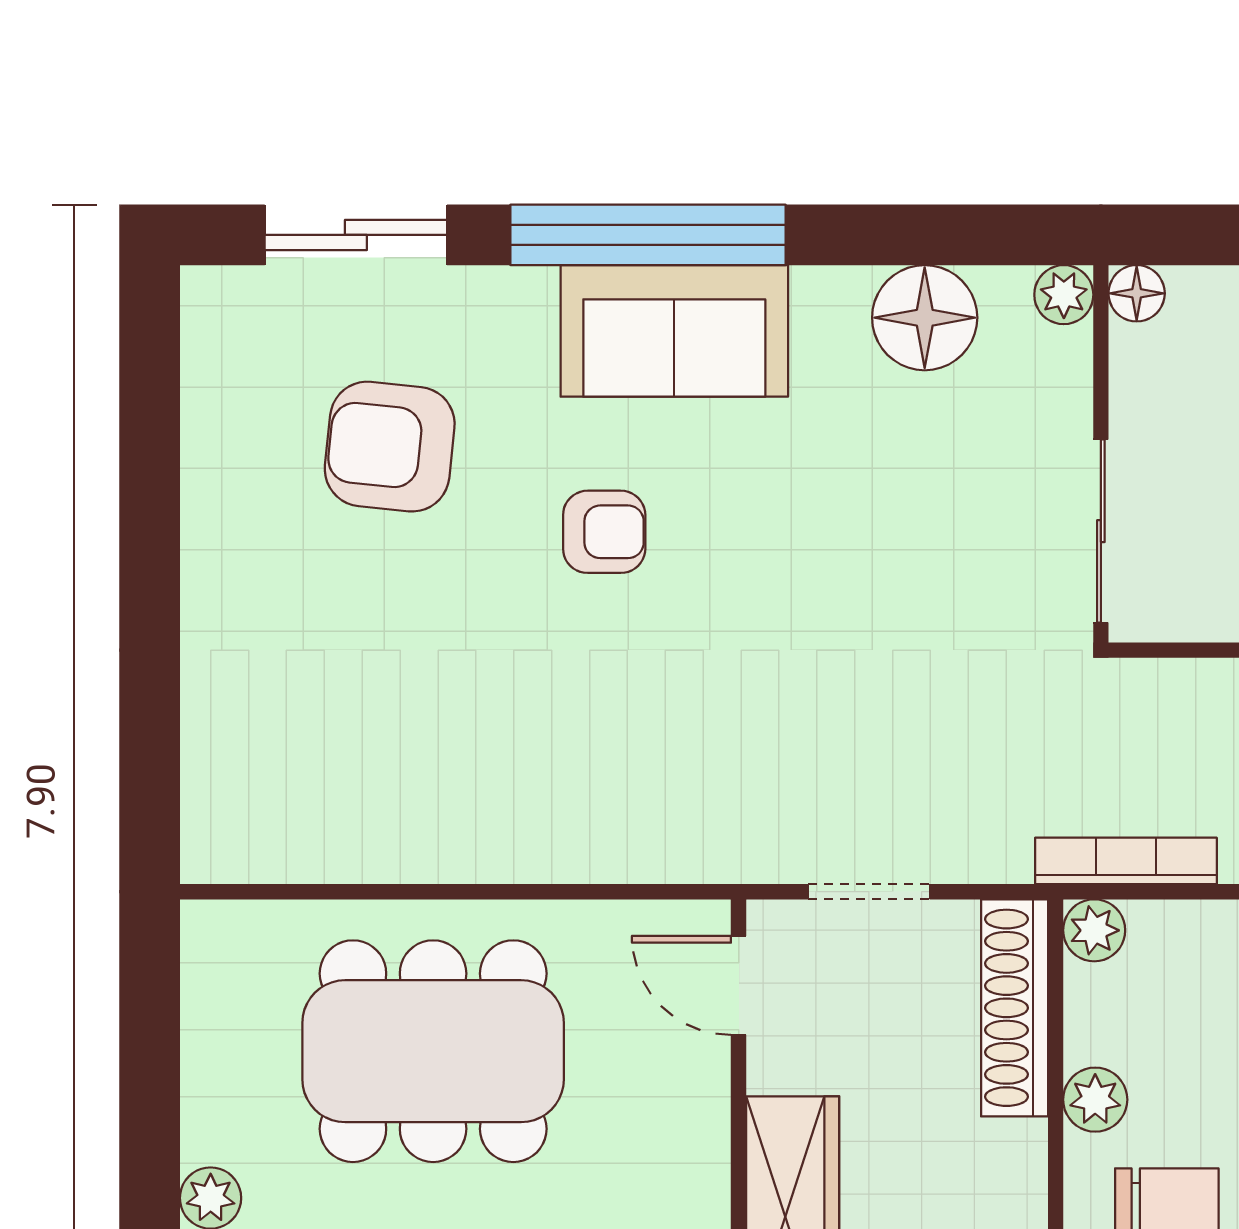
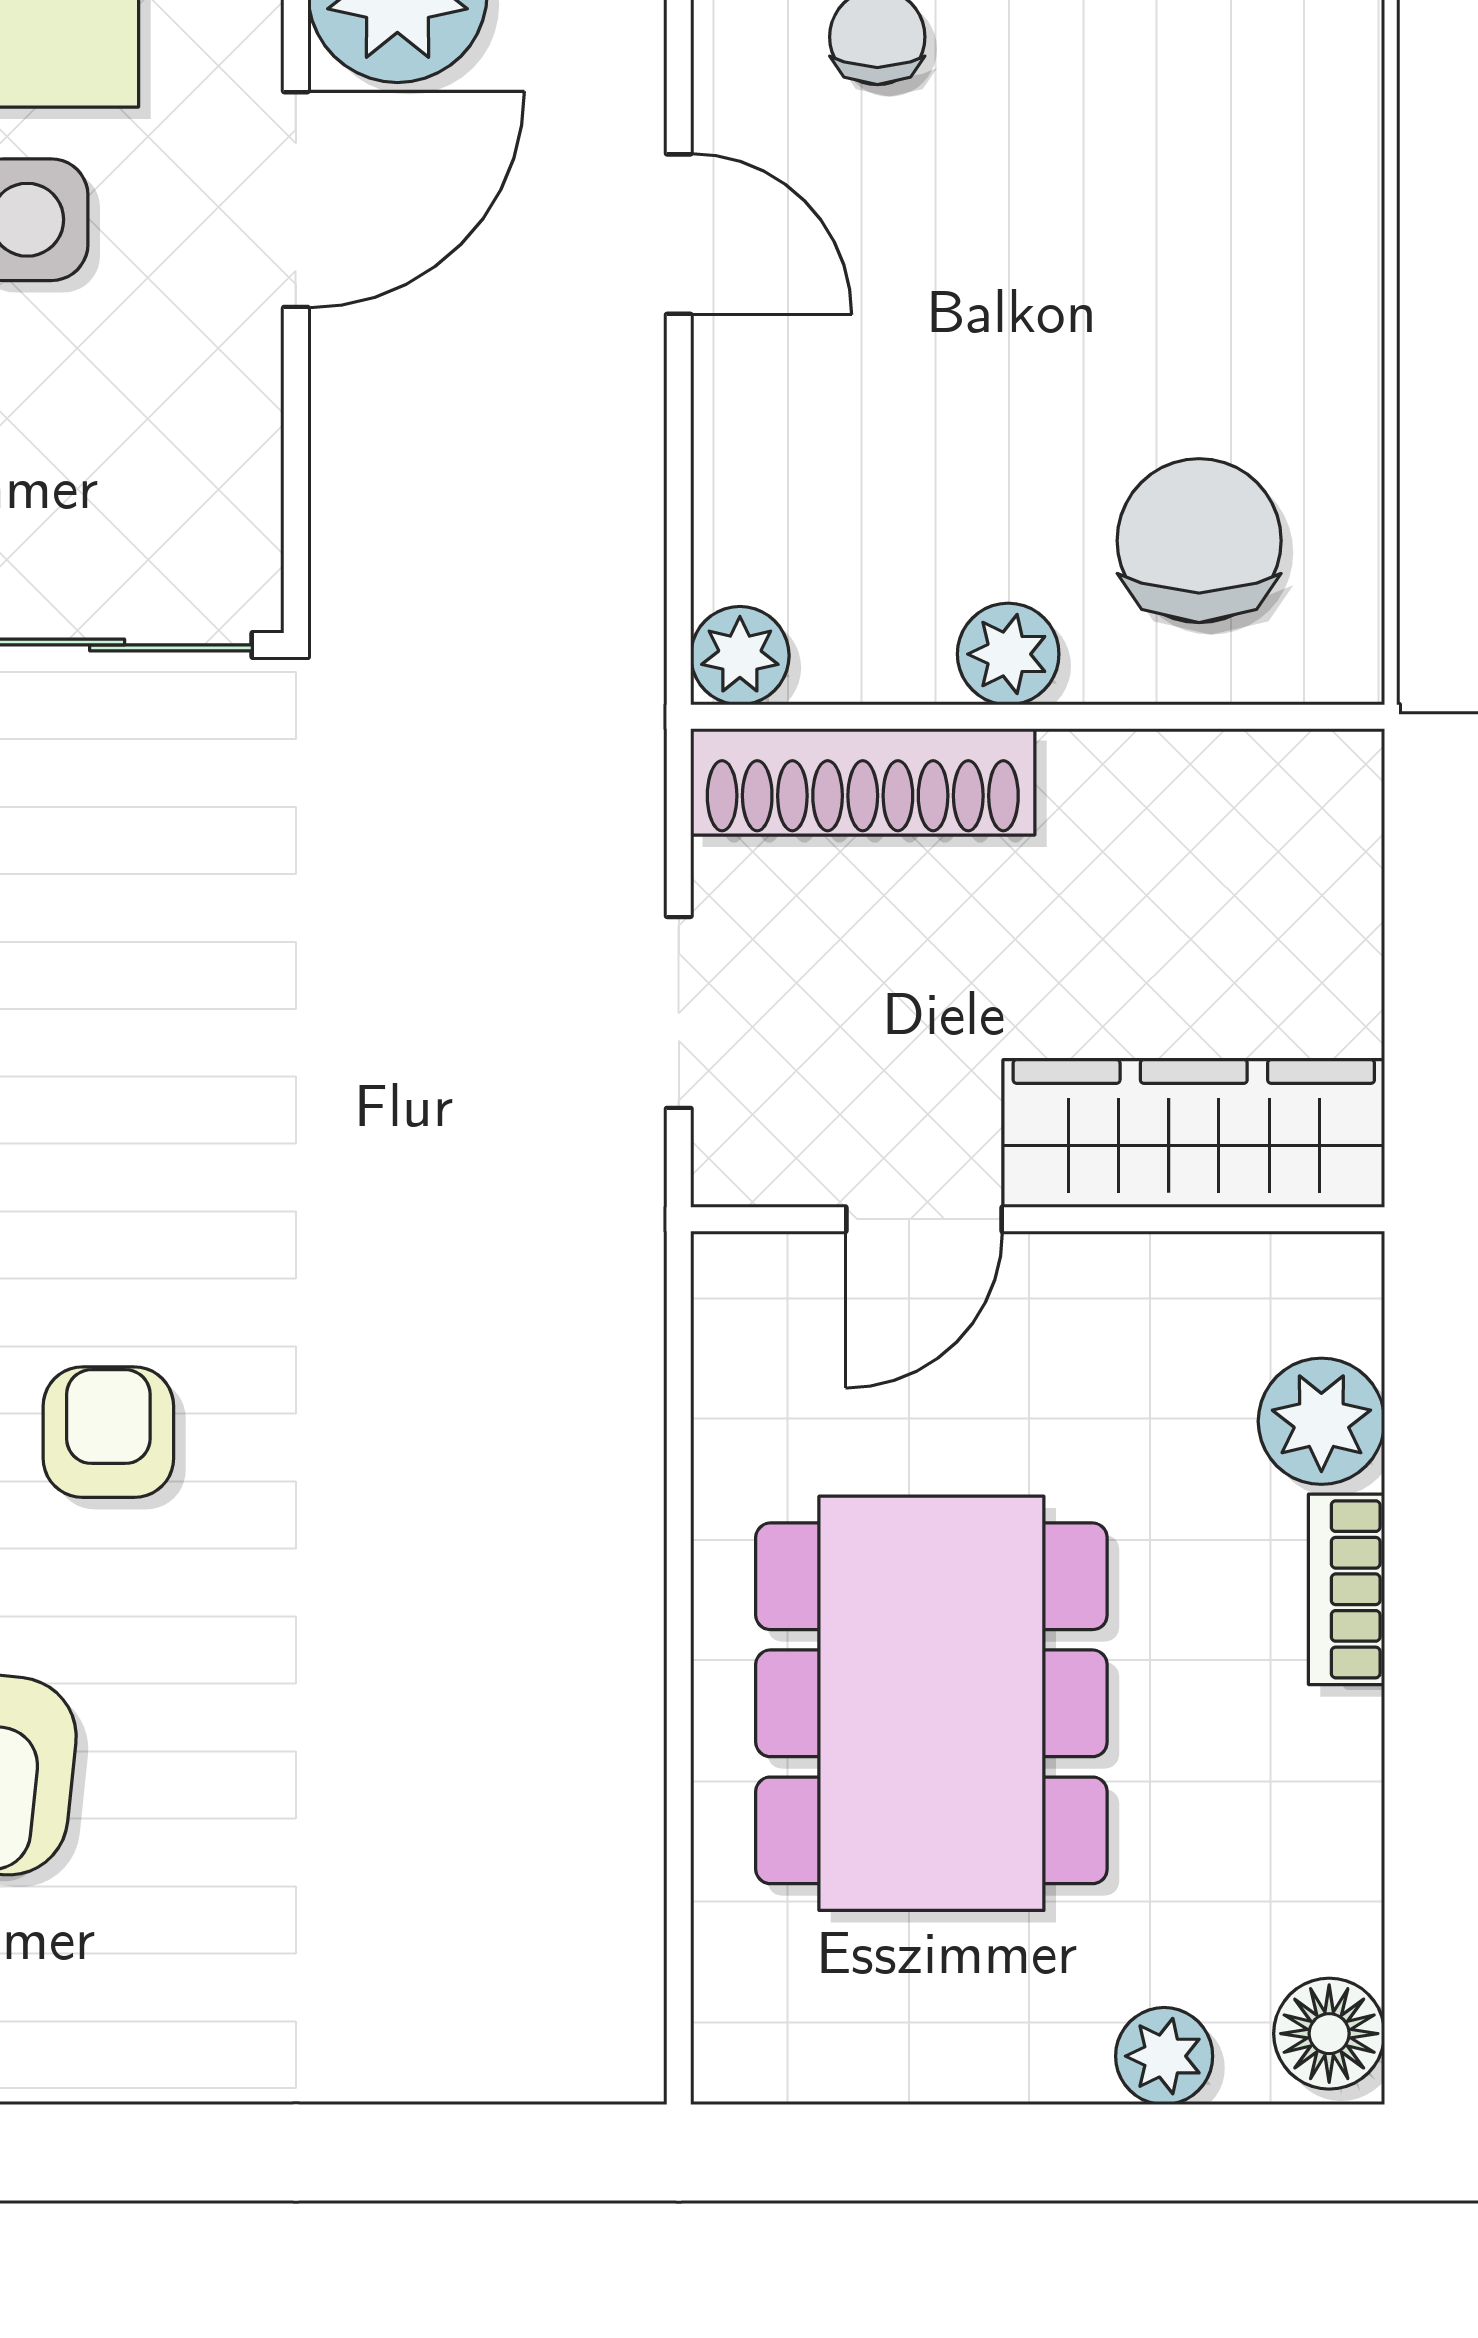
bookcase: (1126, 861) -> (630, 605), removed
door: (739, 985) -> (924, 1219), moved

